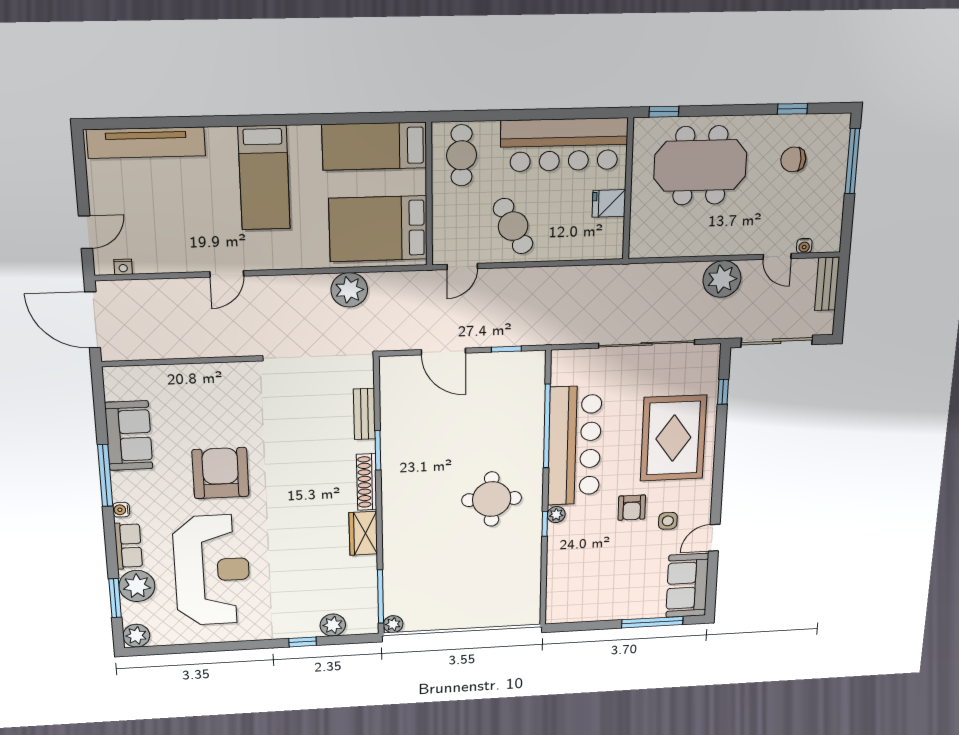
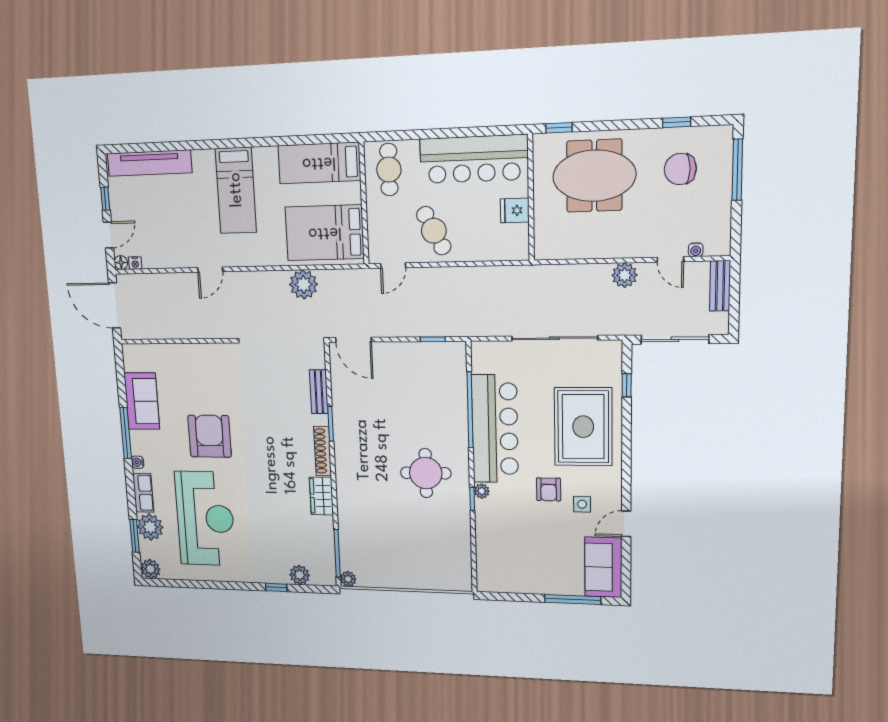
chair: (793, 159) -> (680, 169), width x1.37, depth x1.37
window: (82, 187) -> (105, 199), added
floor lamp: (103, 267) -> (121, 263), added
plant: (722, 279) -> (625, 275), width x0.73, depth x0.73
door: (443, 351) -> (353, 340), moved

